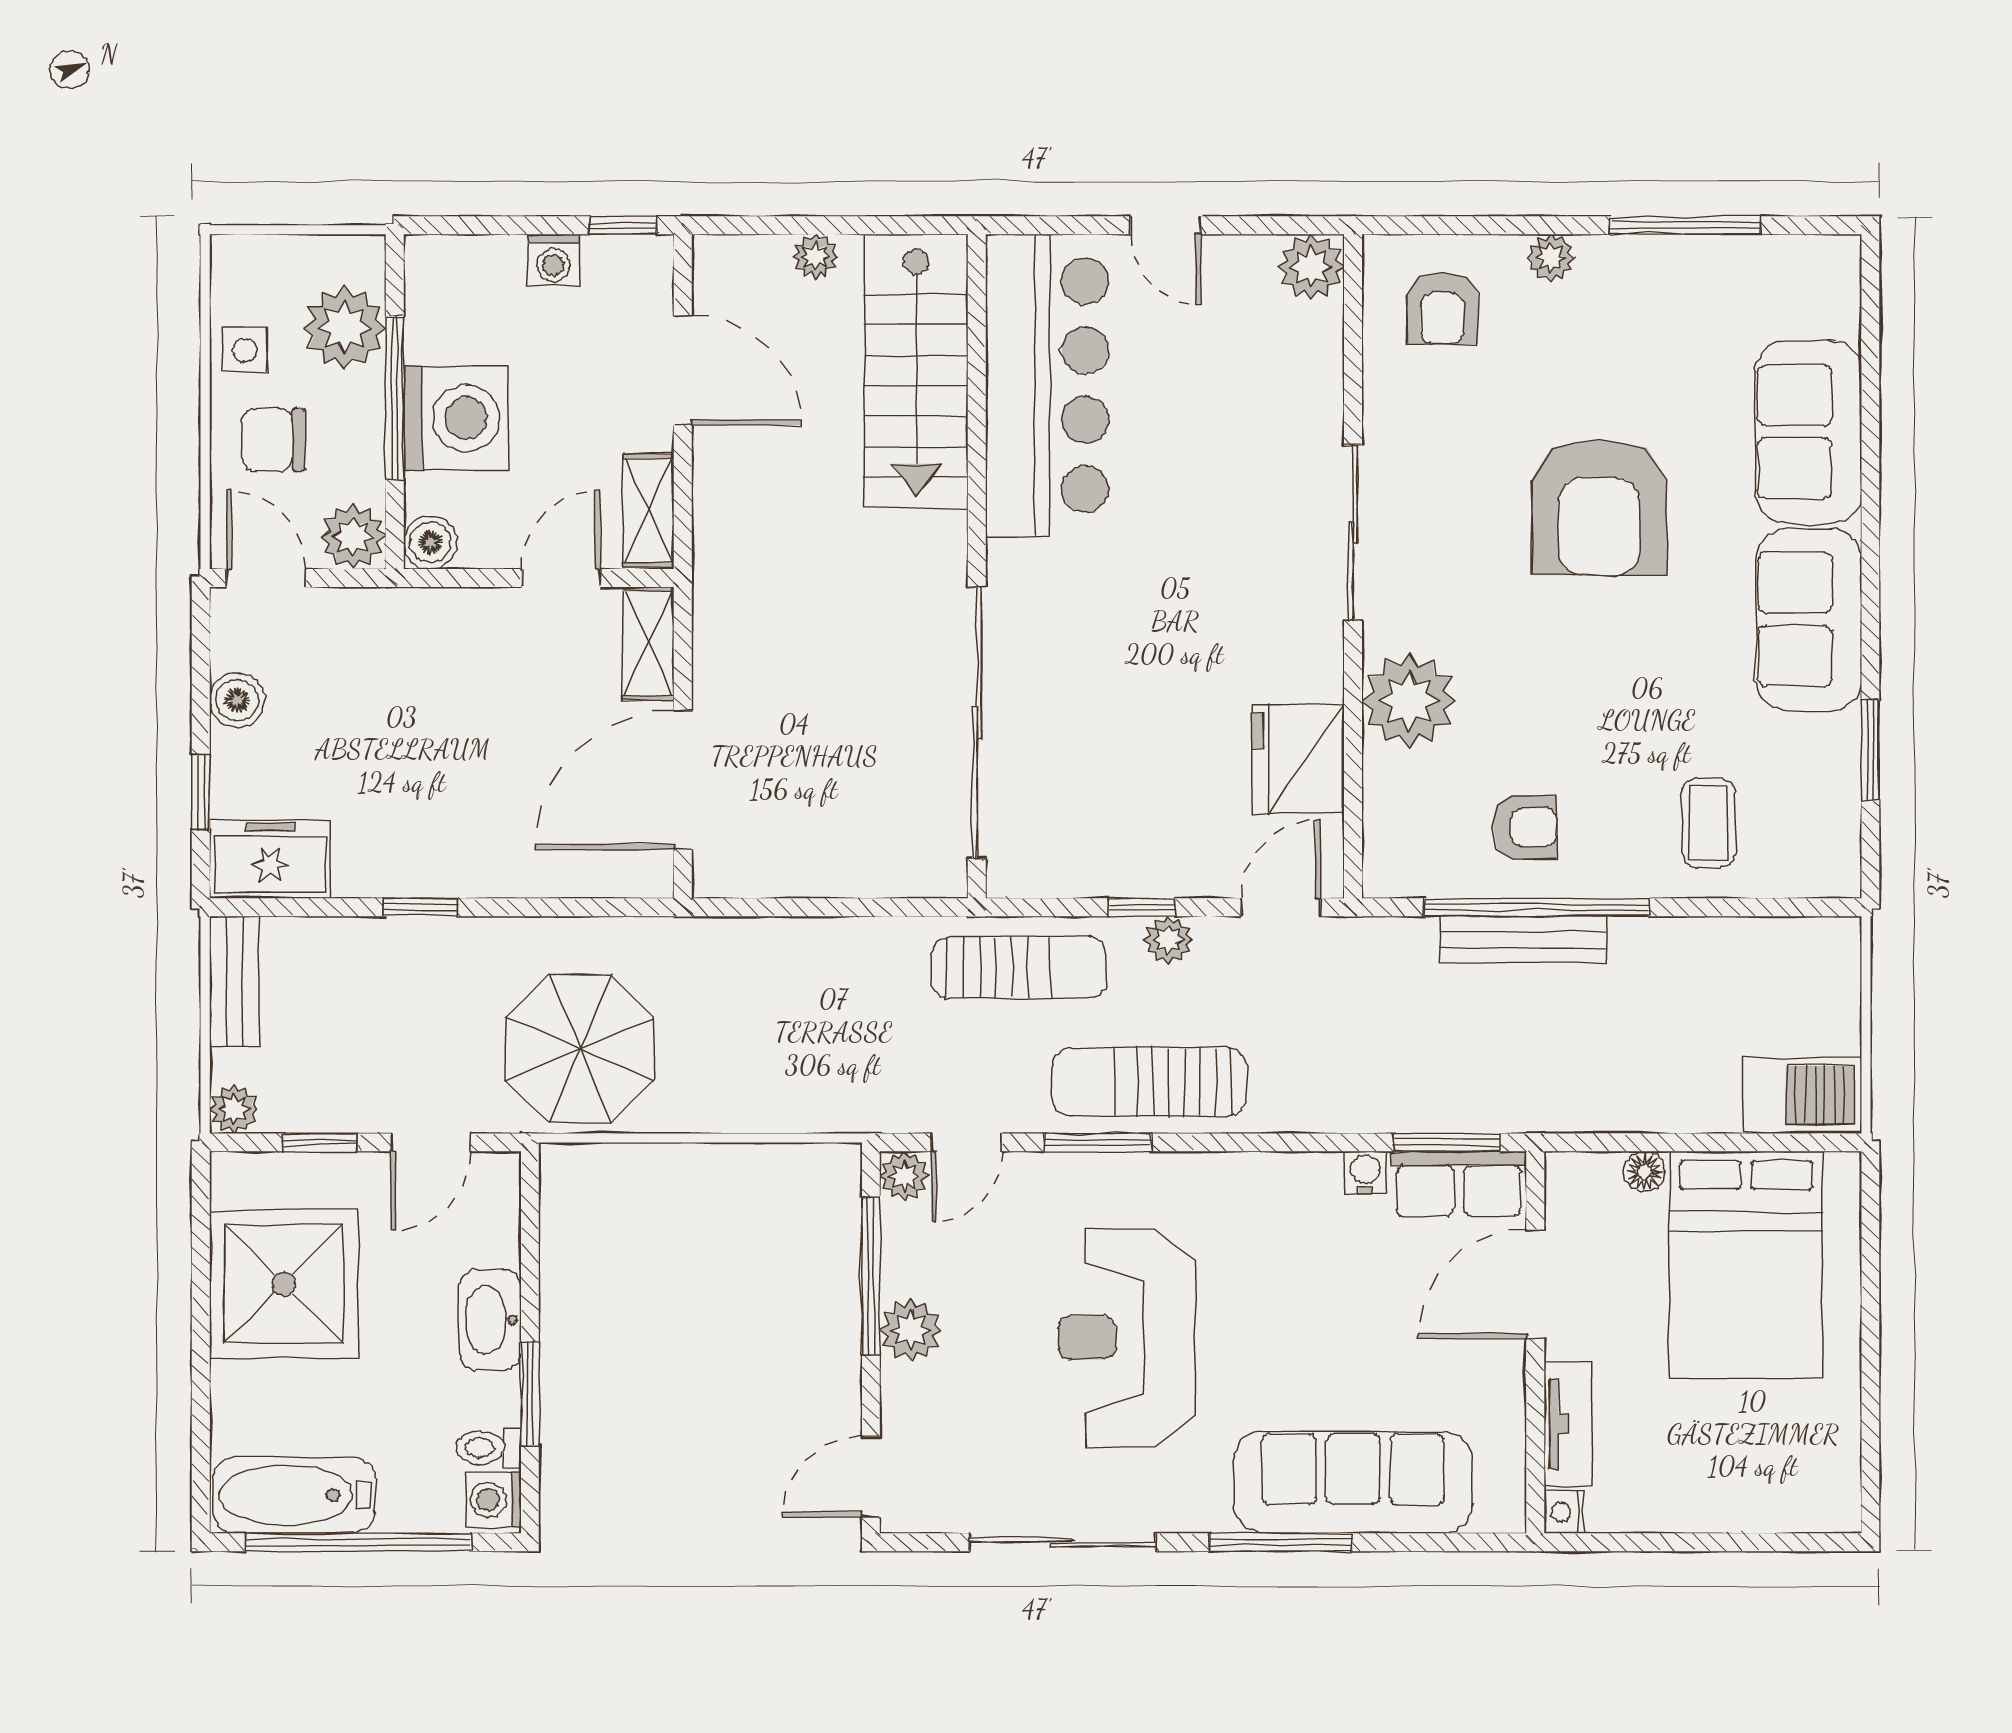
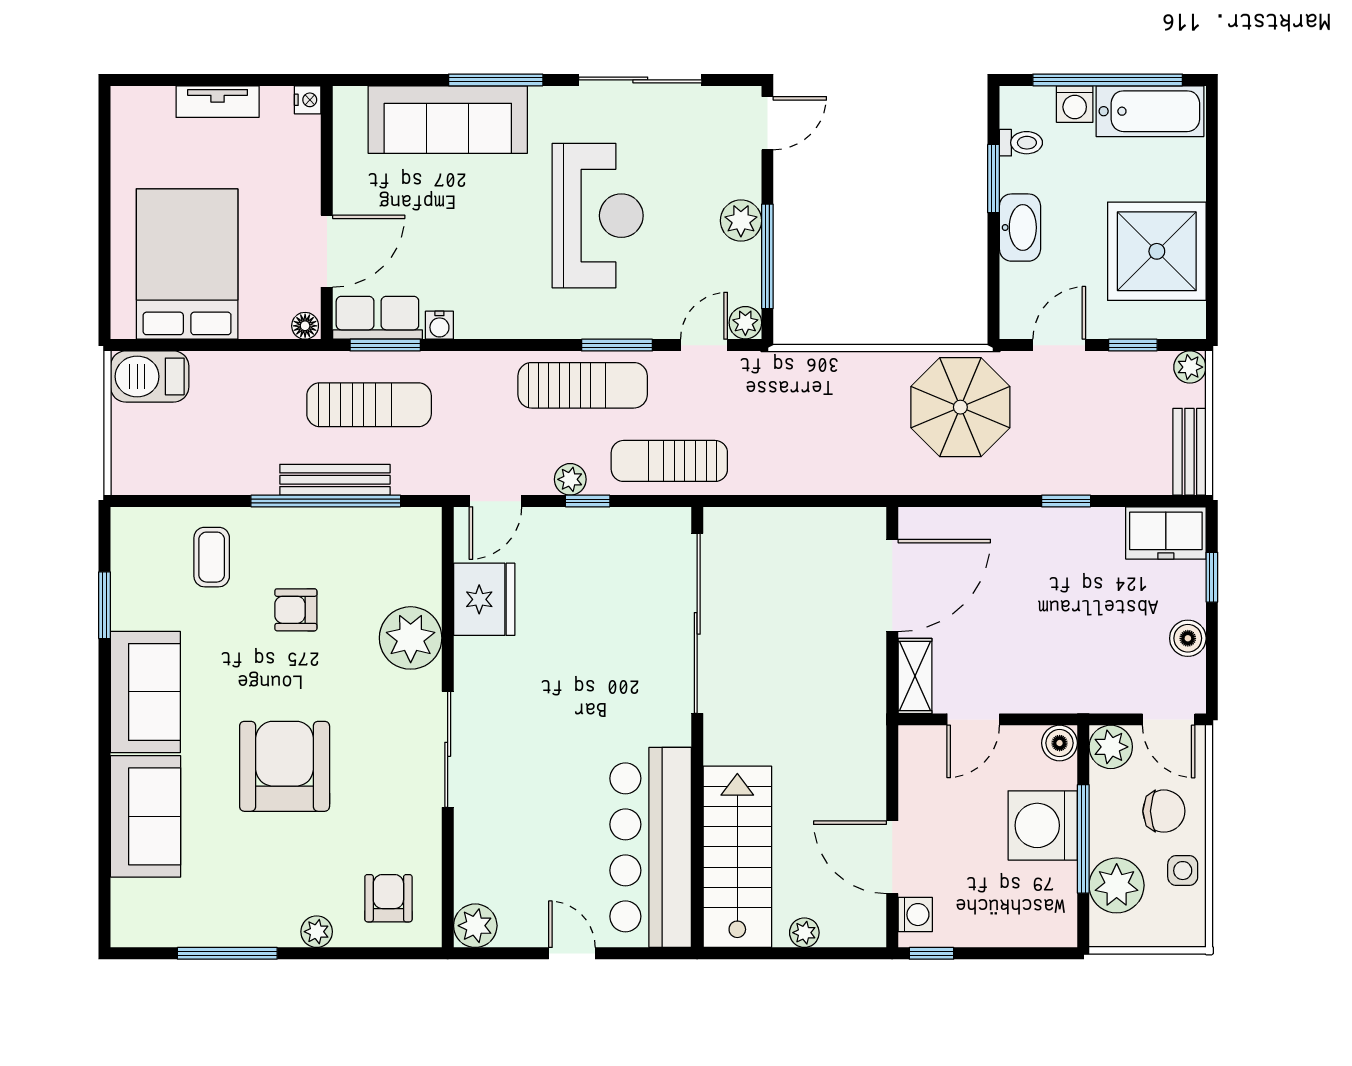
washing machine: (553, 260) -> (915, 915), moved, turned 90
shelving: (648, 510) -> (915, 764), removed
armchair: (1525, 827) -> (296, 610), moved
sun lounger: (1472, 1052) -> (369, 405), added
floor lamp: (1644, 1172) -> (305, 326), moved
tv unit: (1568, 1424) -> (218, 102), moved, turned -90
washing machine: (494, 1500) -> (1075, 104), moved, turned 90

